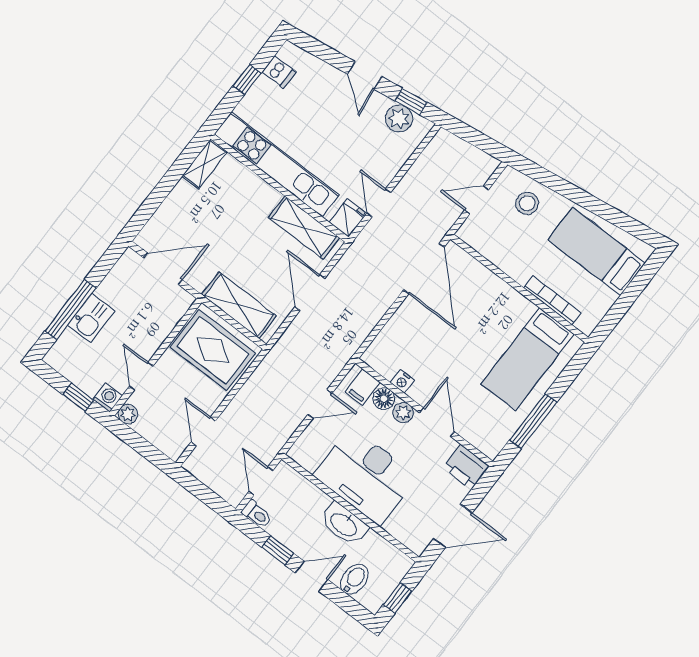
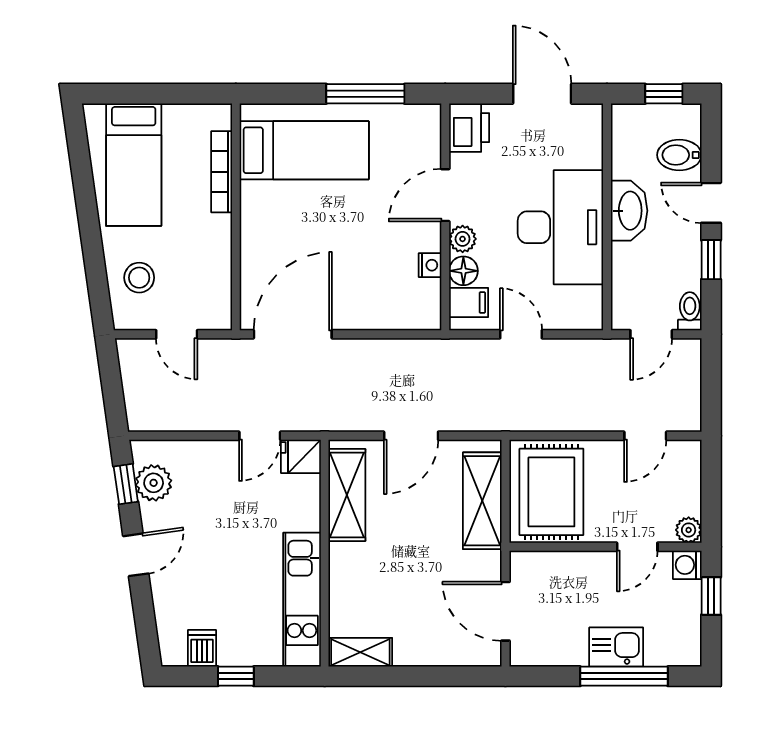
kitchen unit: (277, 164) -> (302, 600), width x0.73

